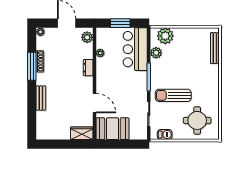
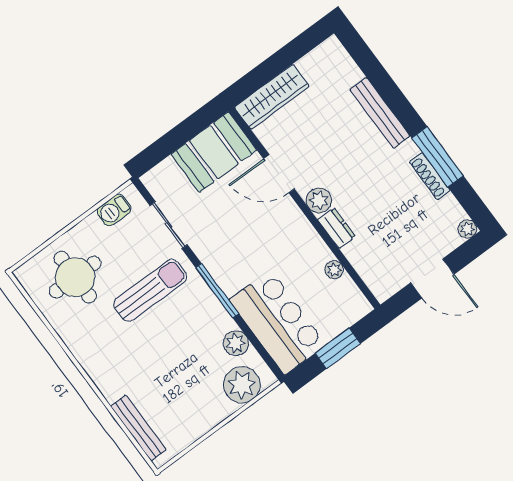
plant: (87, 37) -> (319, 200), moved
bench: (41, 98) -> (380, 113), width x1.36
wardrobe: (82, 133) -> (272, 97), width x1.50

